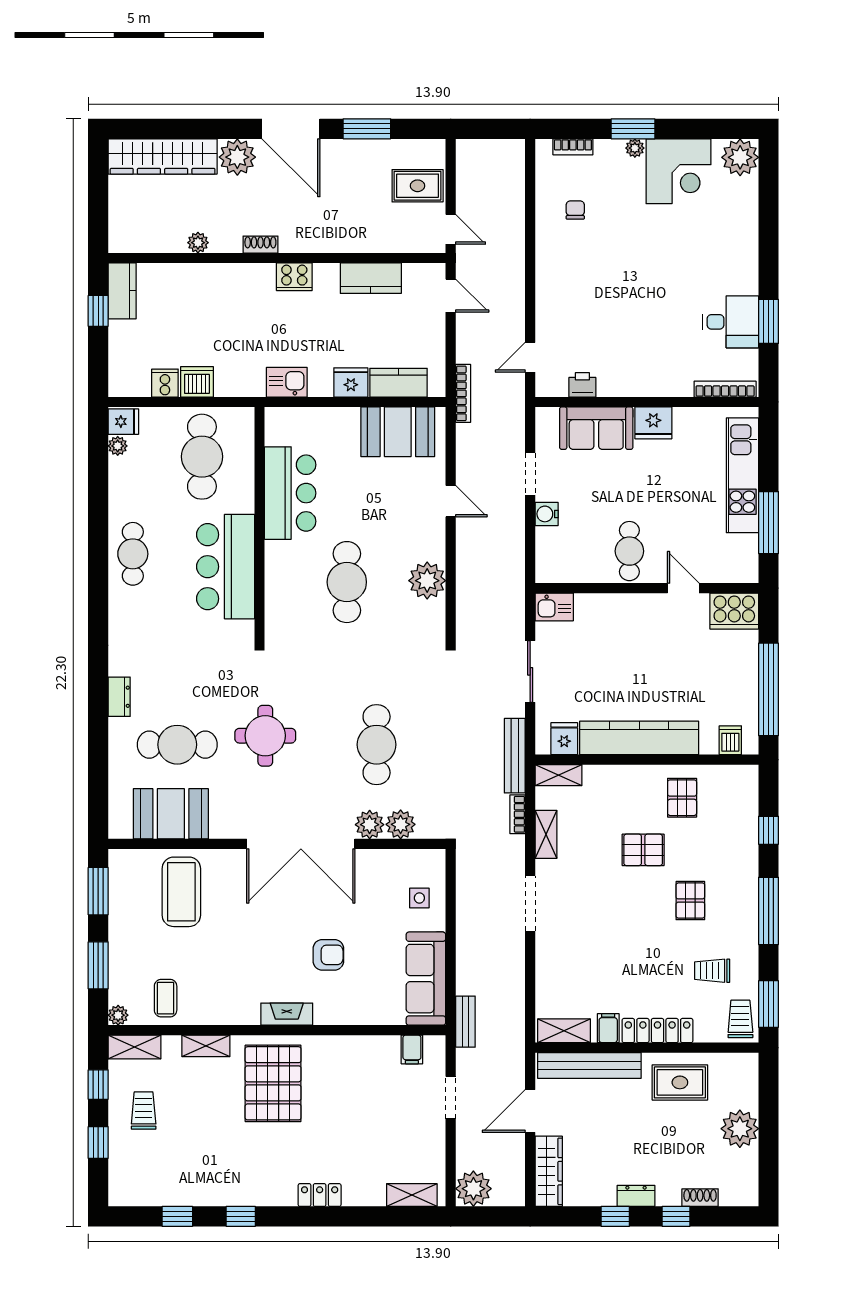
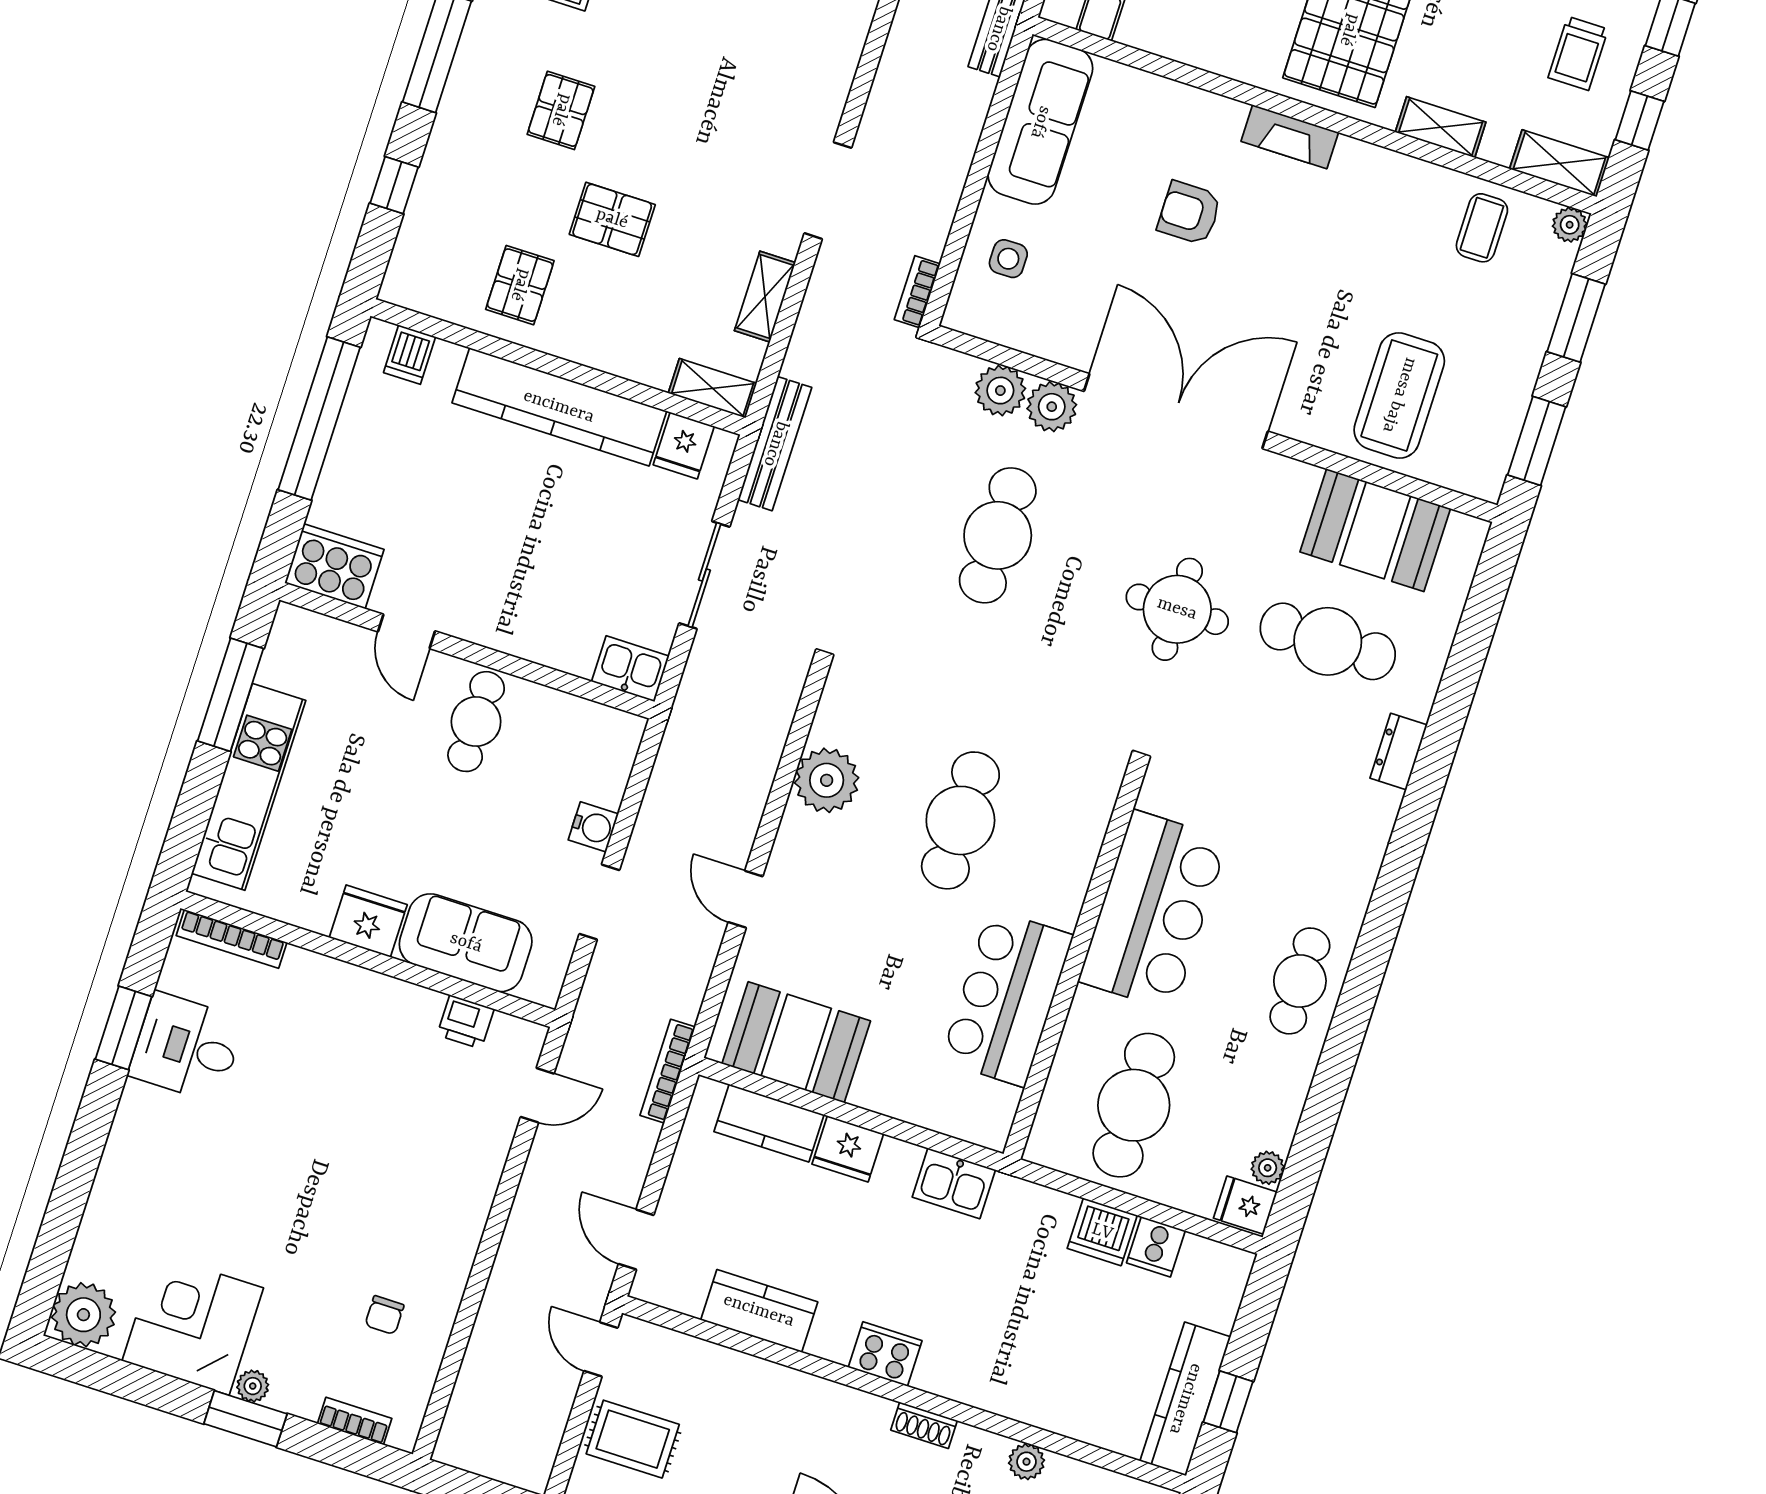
kitchen counter: (122, 291) -> (1185, 1399), width x1.50
bookcase: (517, 814) -> (917, 292), moved, turned 180

